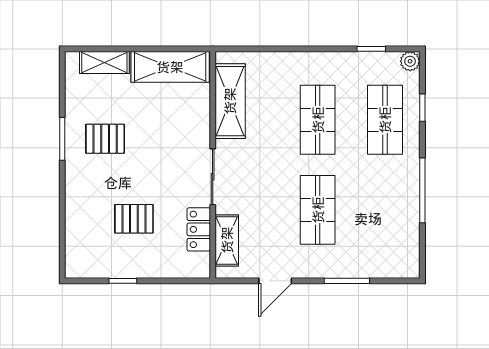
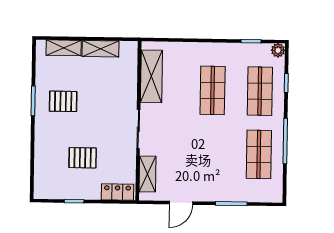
shelving: (170, 67) -> (101, 49), width x0.67, depth x0.75
shop shelf: (318, 210) -> (259, 154), moved
locker: (199, 229) -> (117, 192), moved, turned 90

